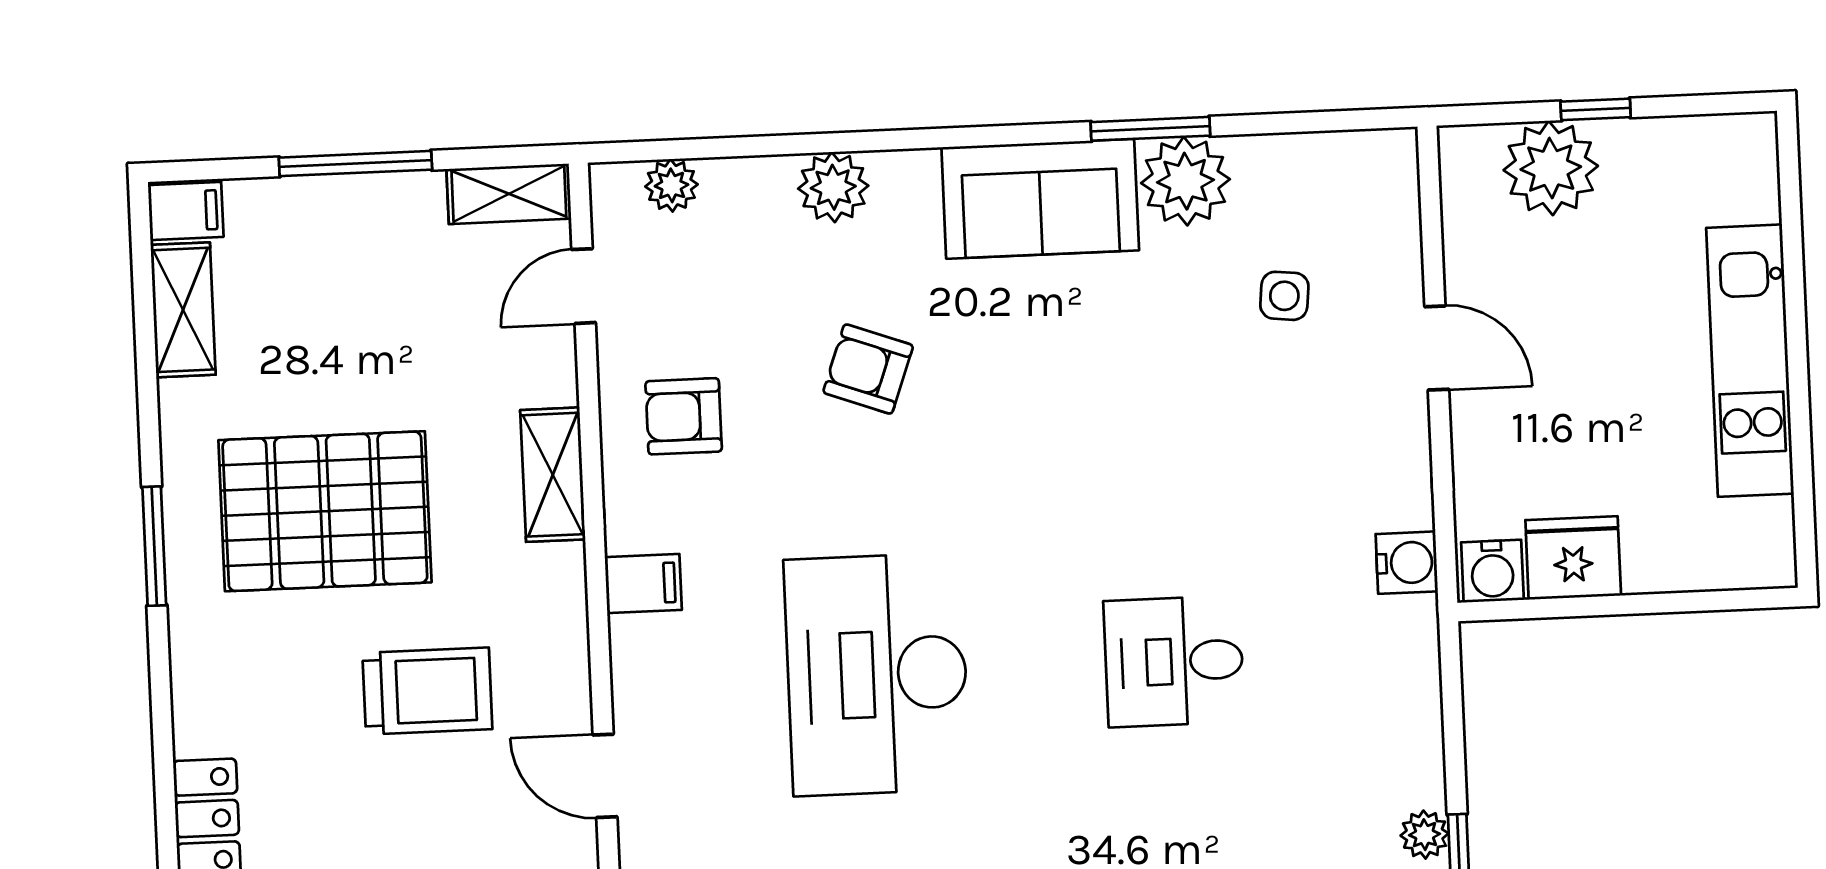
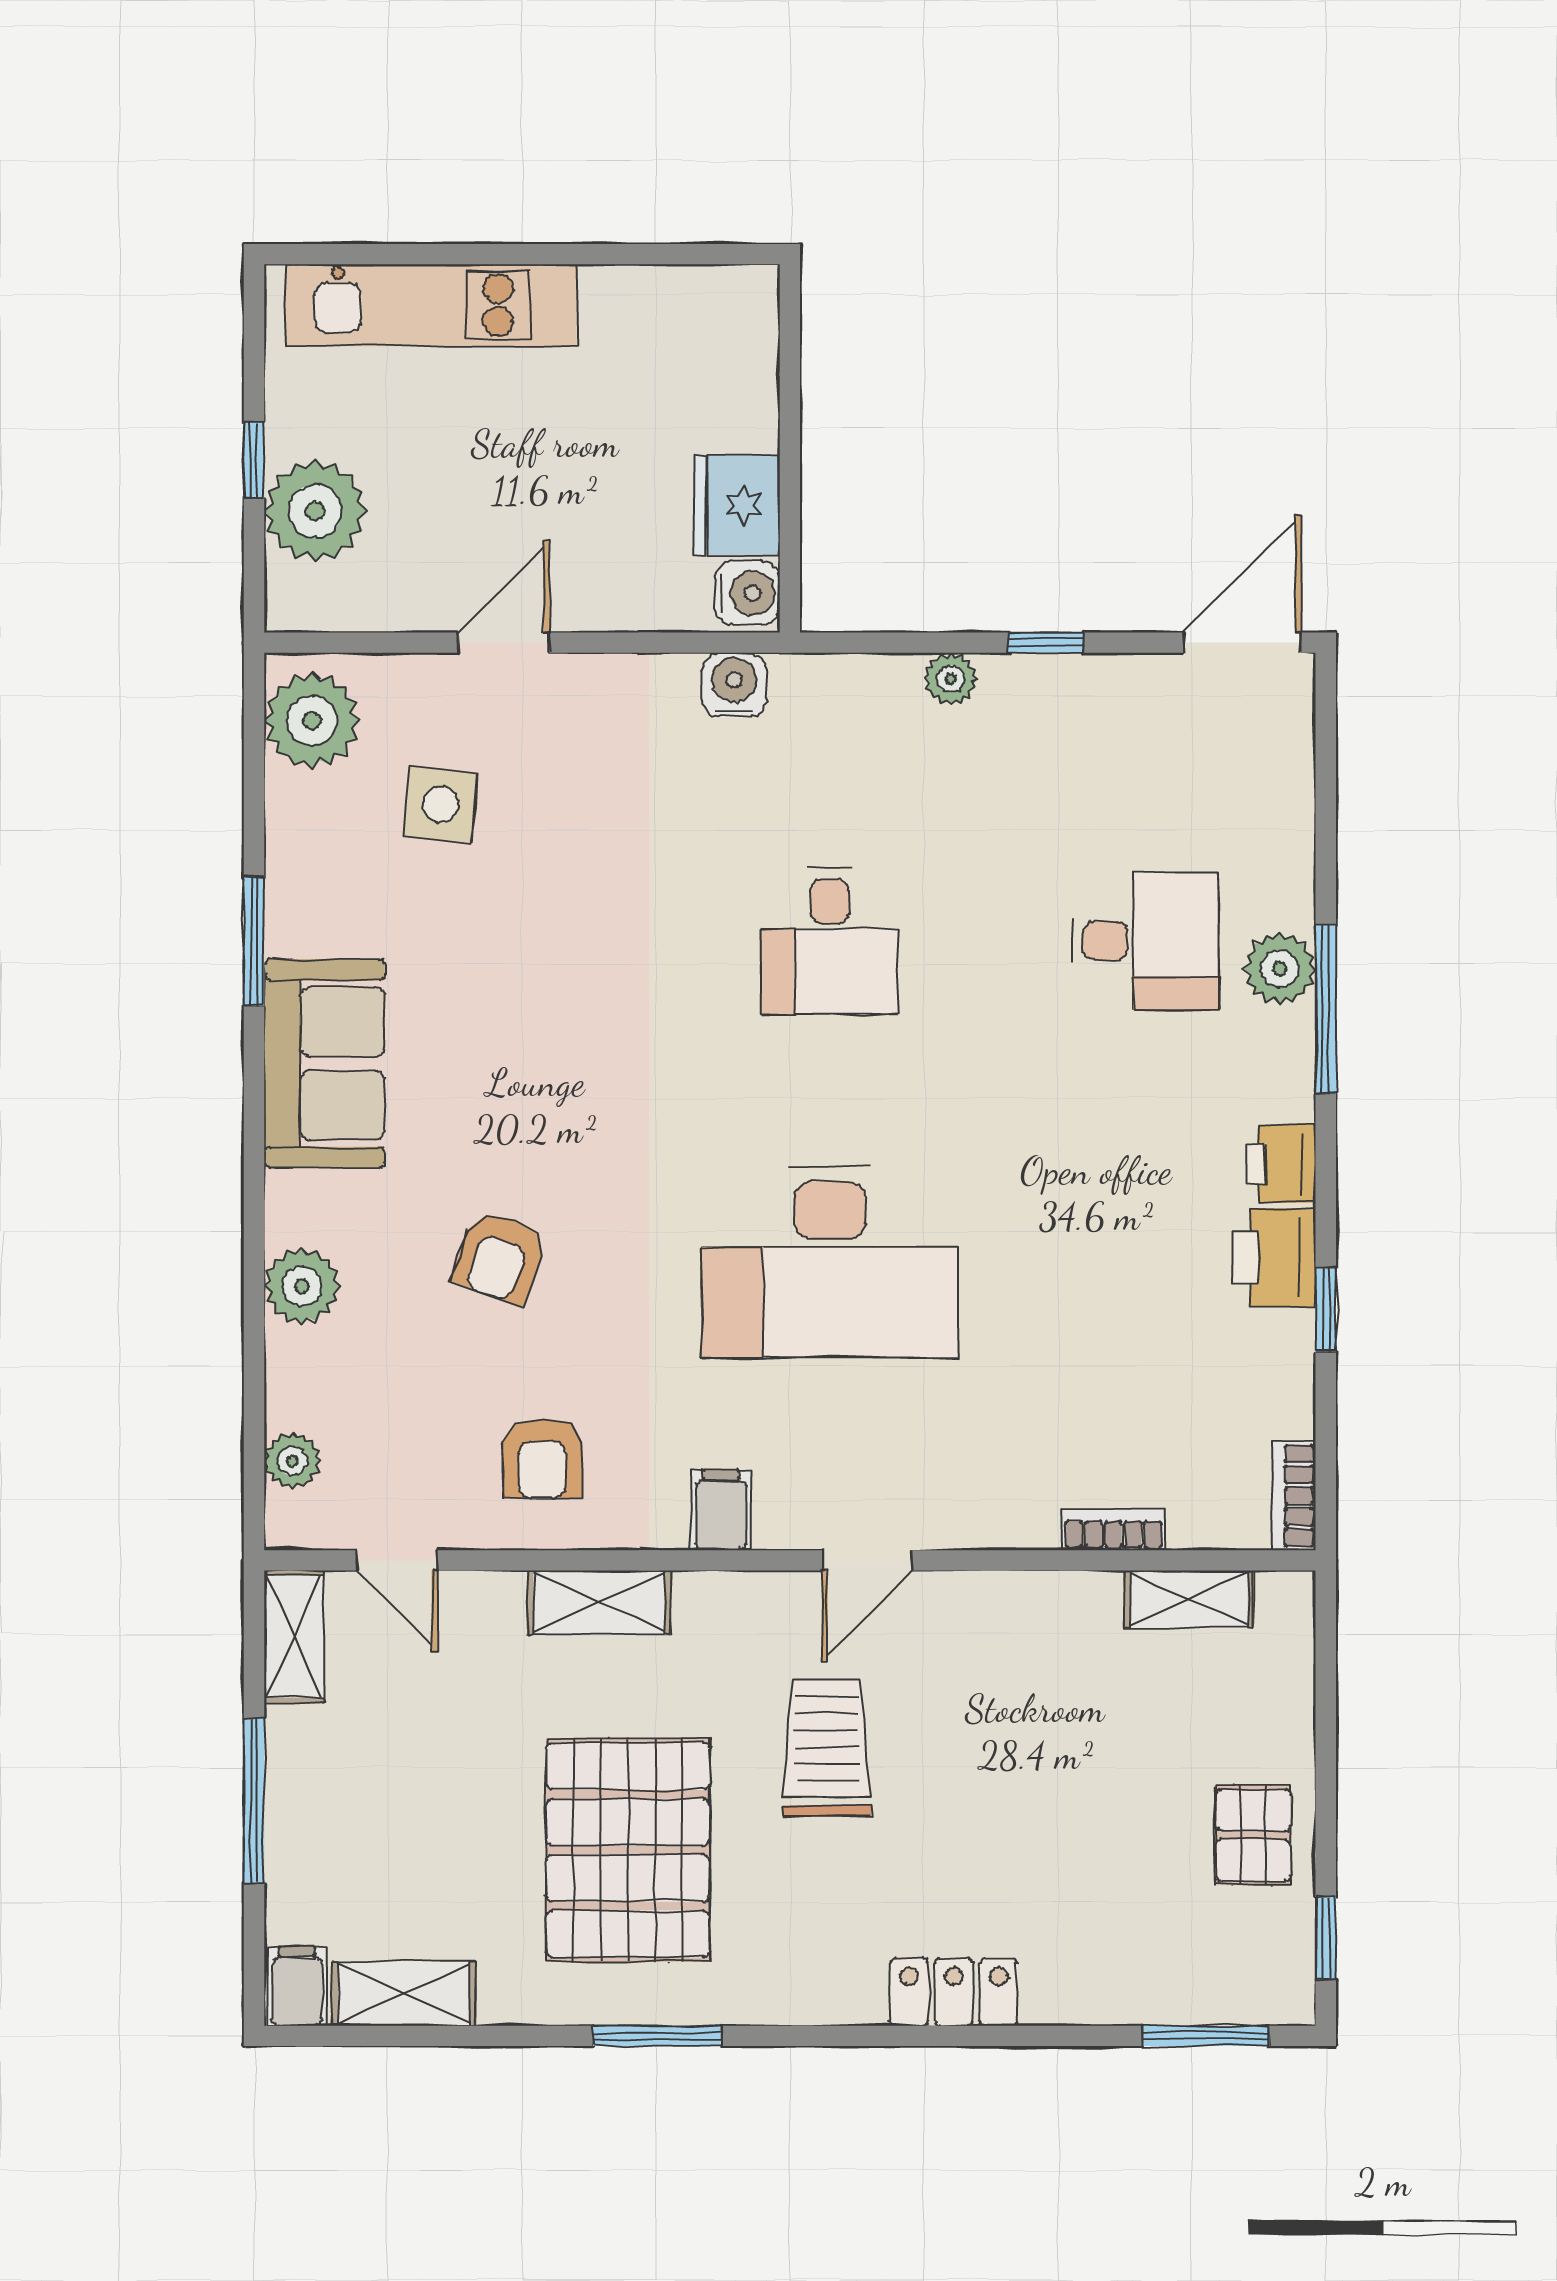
plant: (1186, 181) -> (312, 721), moved
side table: (1284, 296) -> (441, 805), width x1.37, depth x1.37
kitchen unit: (1750, 361) -> (431, 305), moved
door: (605, 776) -> (867, 1560), moved
plant: (1424, 835) -> (951, 679), moved

